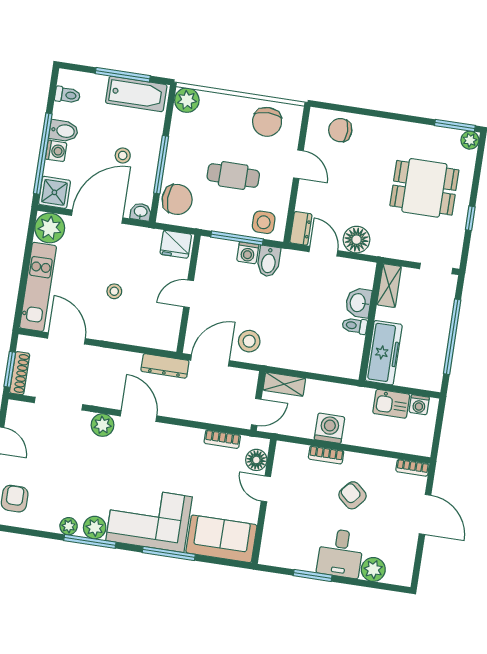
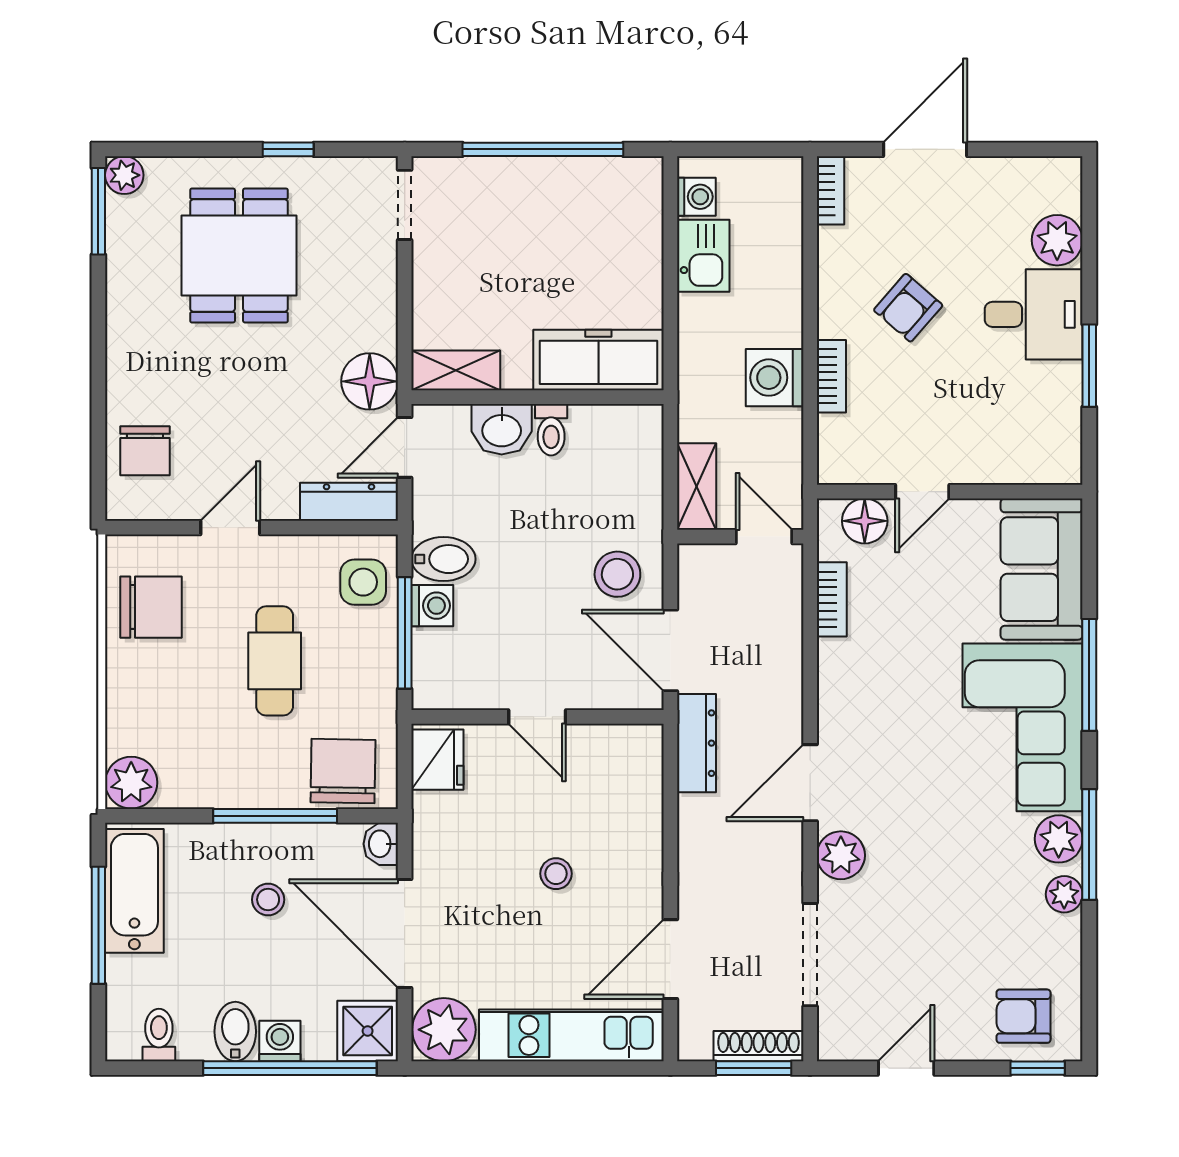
dresser: (301, 228) -> (349, 502), width x1.44
shelving: (389, 286) -> (456, 370), moved
washbasin: (358, 303) -> (502, 429), moved
wall: (371, 322) -> (538, 397), moved
toilet: (355, 326) -> (551, 430), moved
freezer: (384, 353) -> (598, 360), moved

